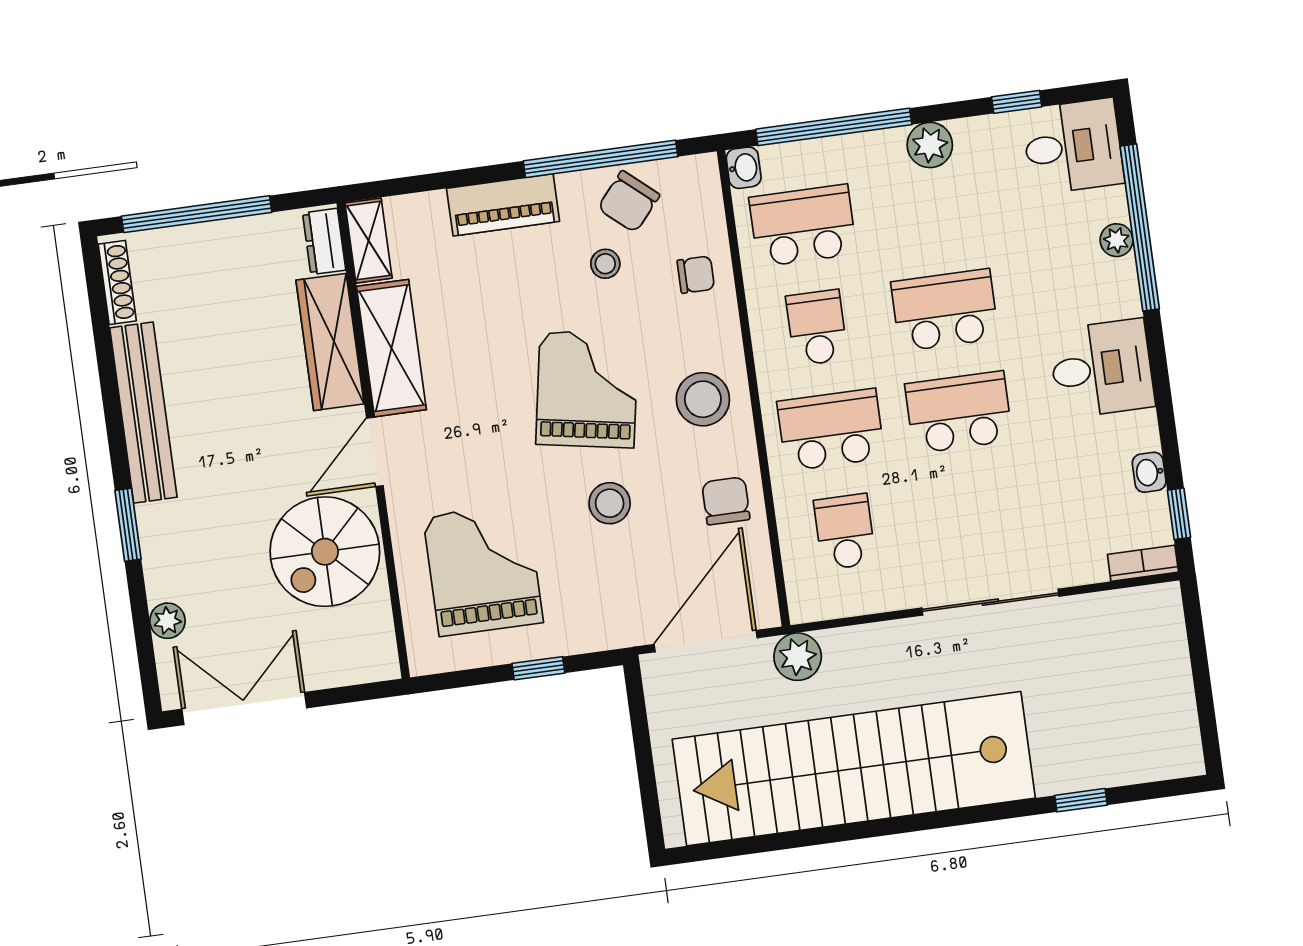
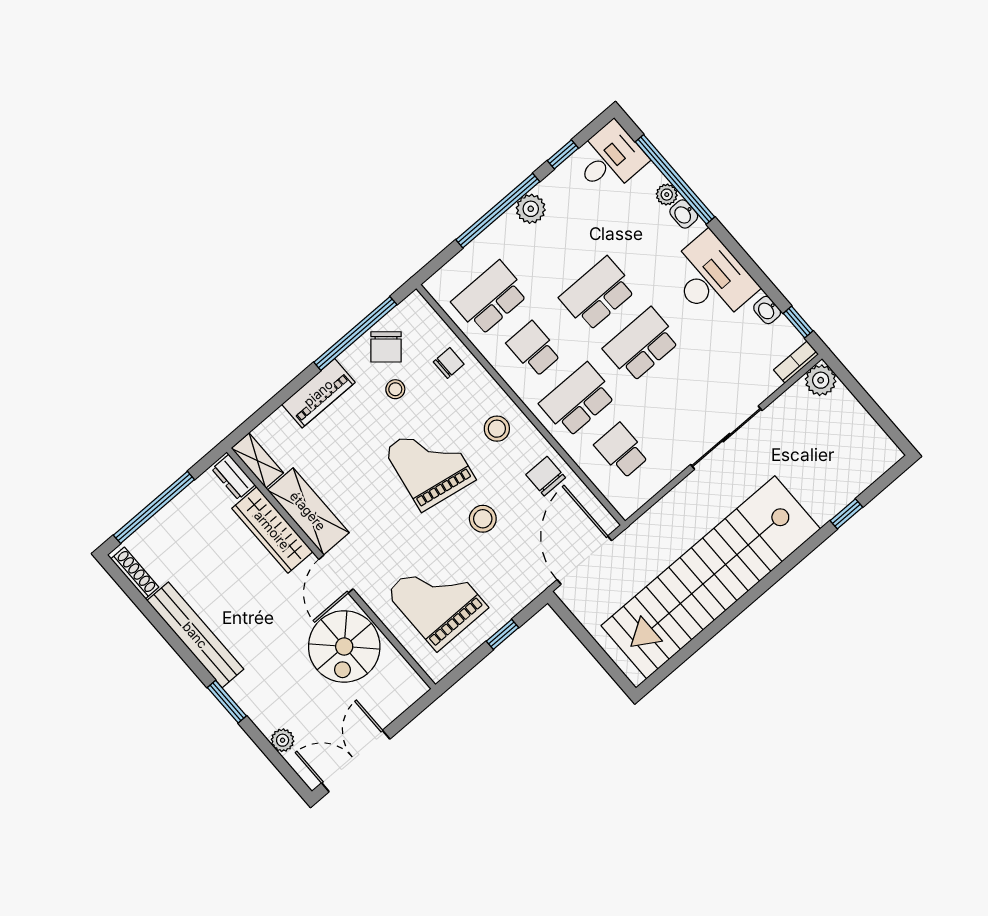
window: (834, 127) -> (498, 211), moved
washbasin: (744, 168) -> (684, 214), moved, turned 180
desk: (1102, 368) -> (711, 278), width x1.37
stool: (703, 399) -> (497, 429), width x0.73, depth x0.73
plant: (798, 657) -> (821, 380), moved

